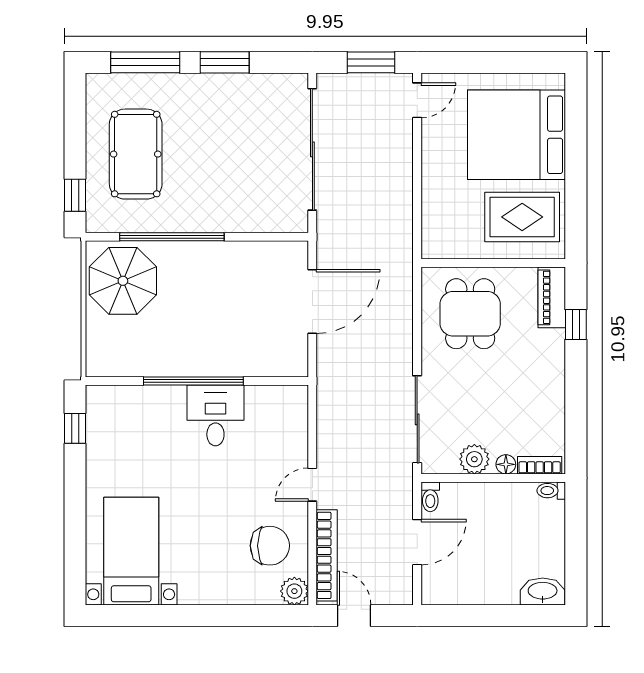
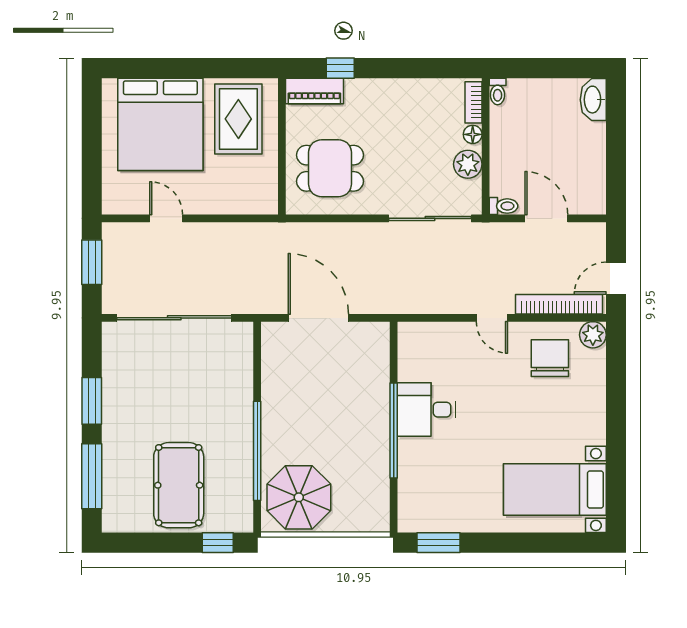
door: (417, 100) -> (166, 218), moved
pool table: (136, 154) -> (179, 485), turned 90
window: (75, 428) -> (439, 543), width x1.50

